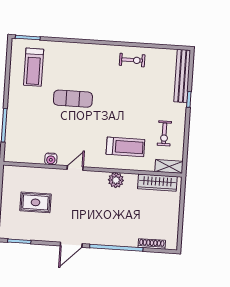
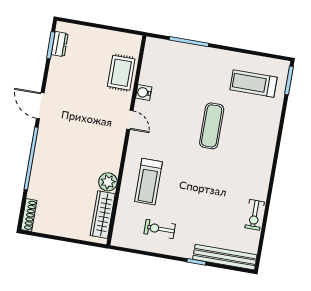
exercise bike: (132, 60) -> (255, 215), moved
shelving: (169, 167) -> (120, 230), removed
plant: (116, 180) -> (108, 182), moved
rug: (35, 202) -> (121, 73), moved
dresser: (18, 234) -> (60, 44), added
shoe rack: (152, 244) -> (29, 215), moved

